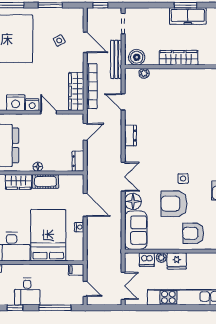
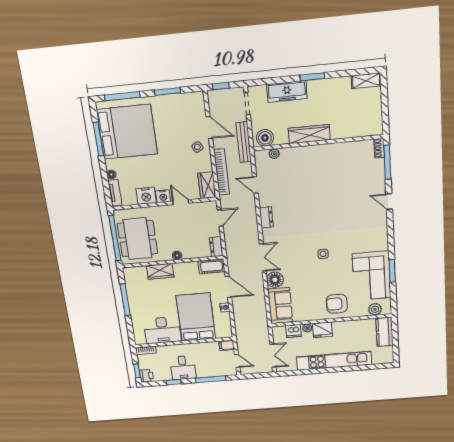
freezer: (188, 16) -> (287, 91), moved
side table: (59, 41) -> (197, 147), moved
wardrobe: (76, 91) -> (207, 185), width x0.67
cot: (45, 181) -> (211, 266), moved
armchair: (174, 204) -> (316, 278), removed

